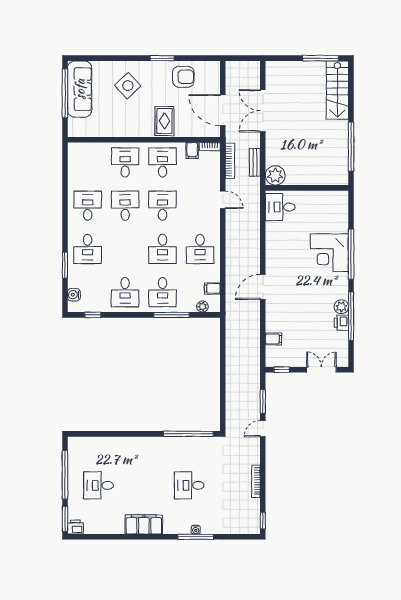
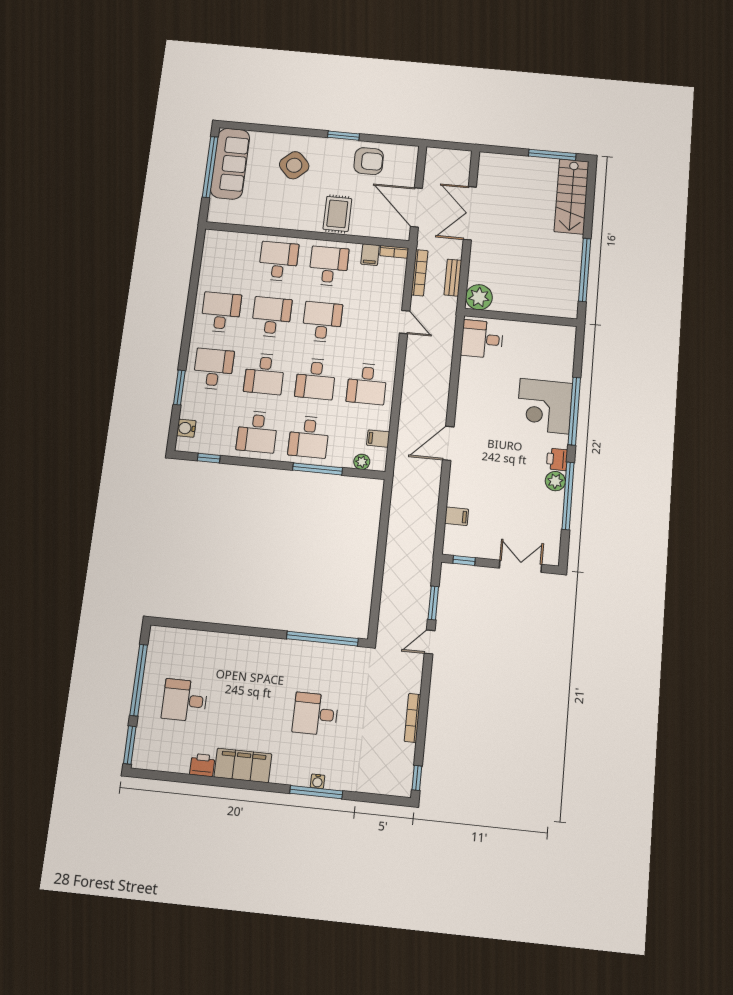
desk: (88, 249) -> (213, 369), turned 180
desk: (125, 249) -> (264, 374), added
printer: (341, 323) -> (557, 459), moved
printer: (75, 527) -> (202, 765), moved

